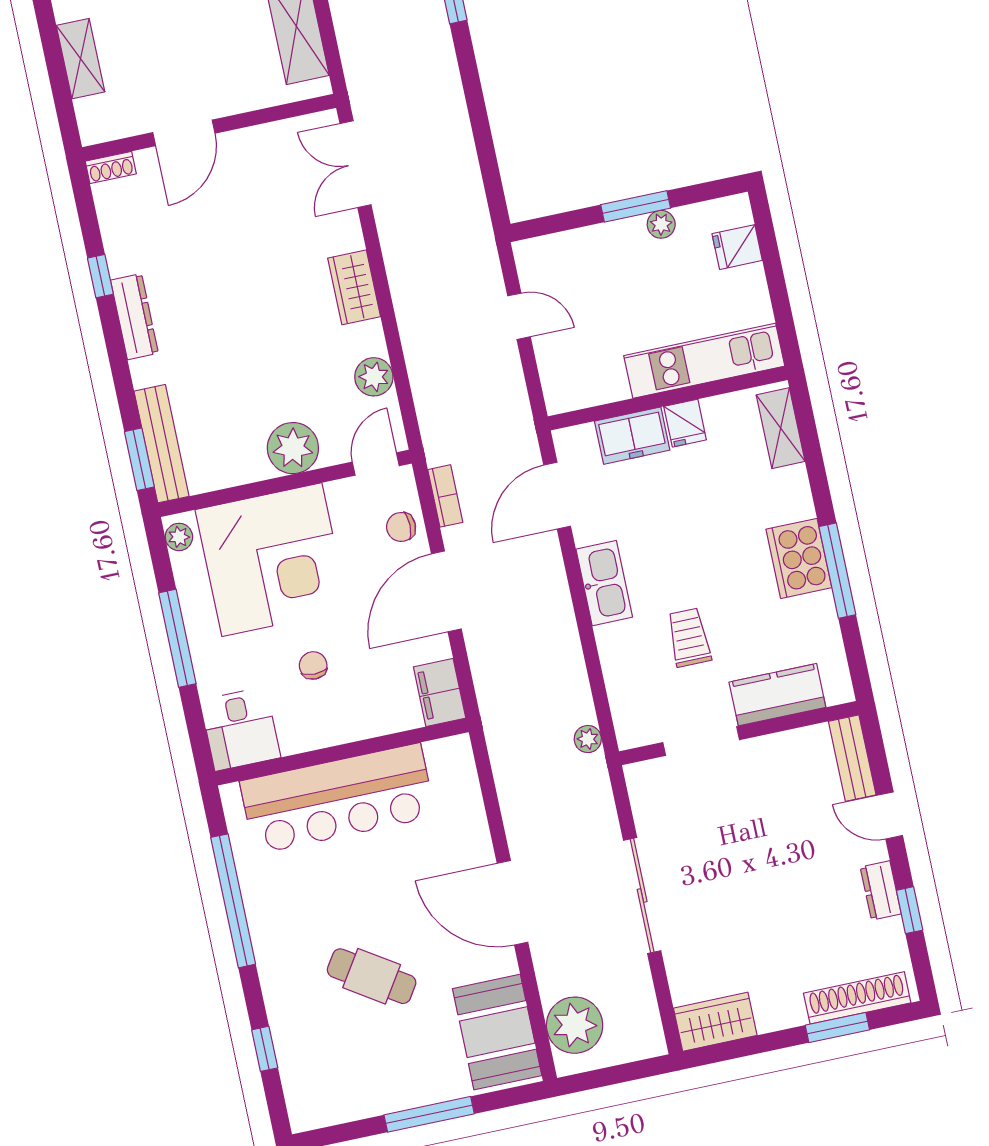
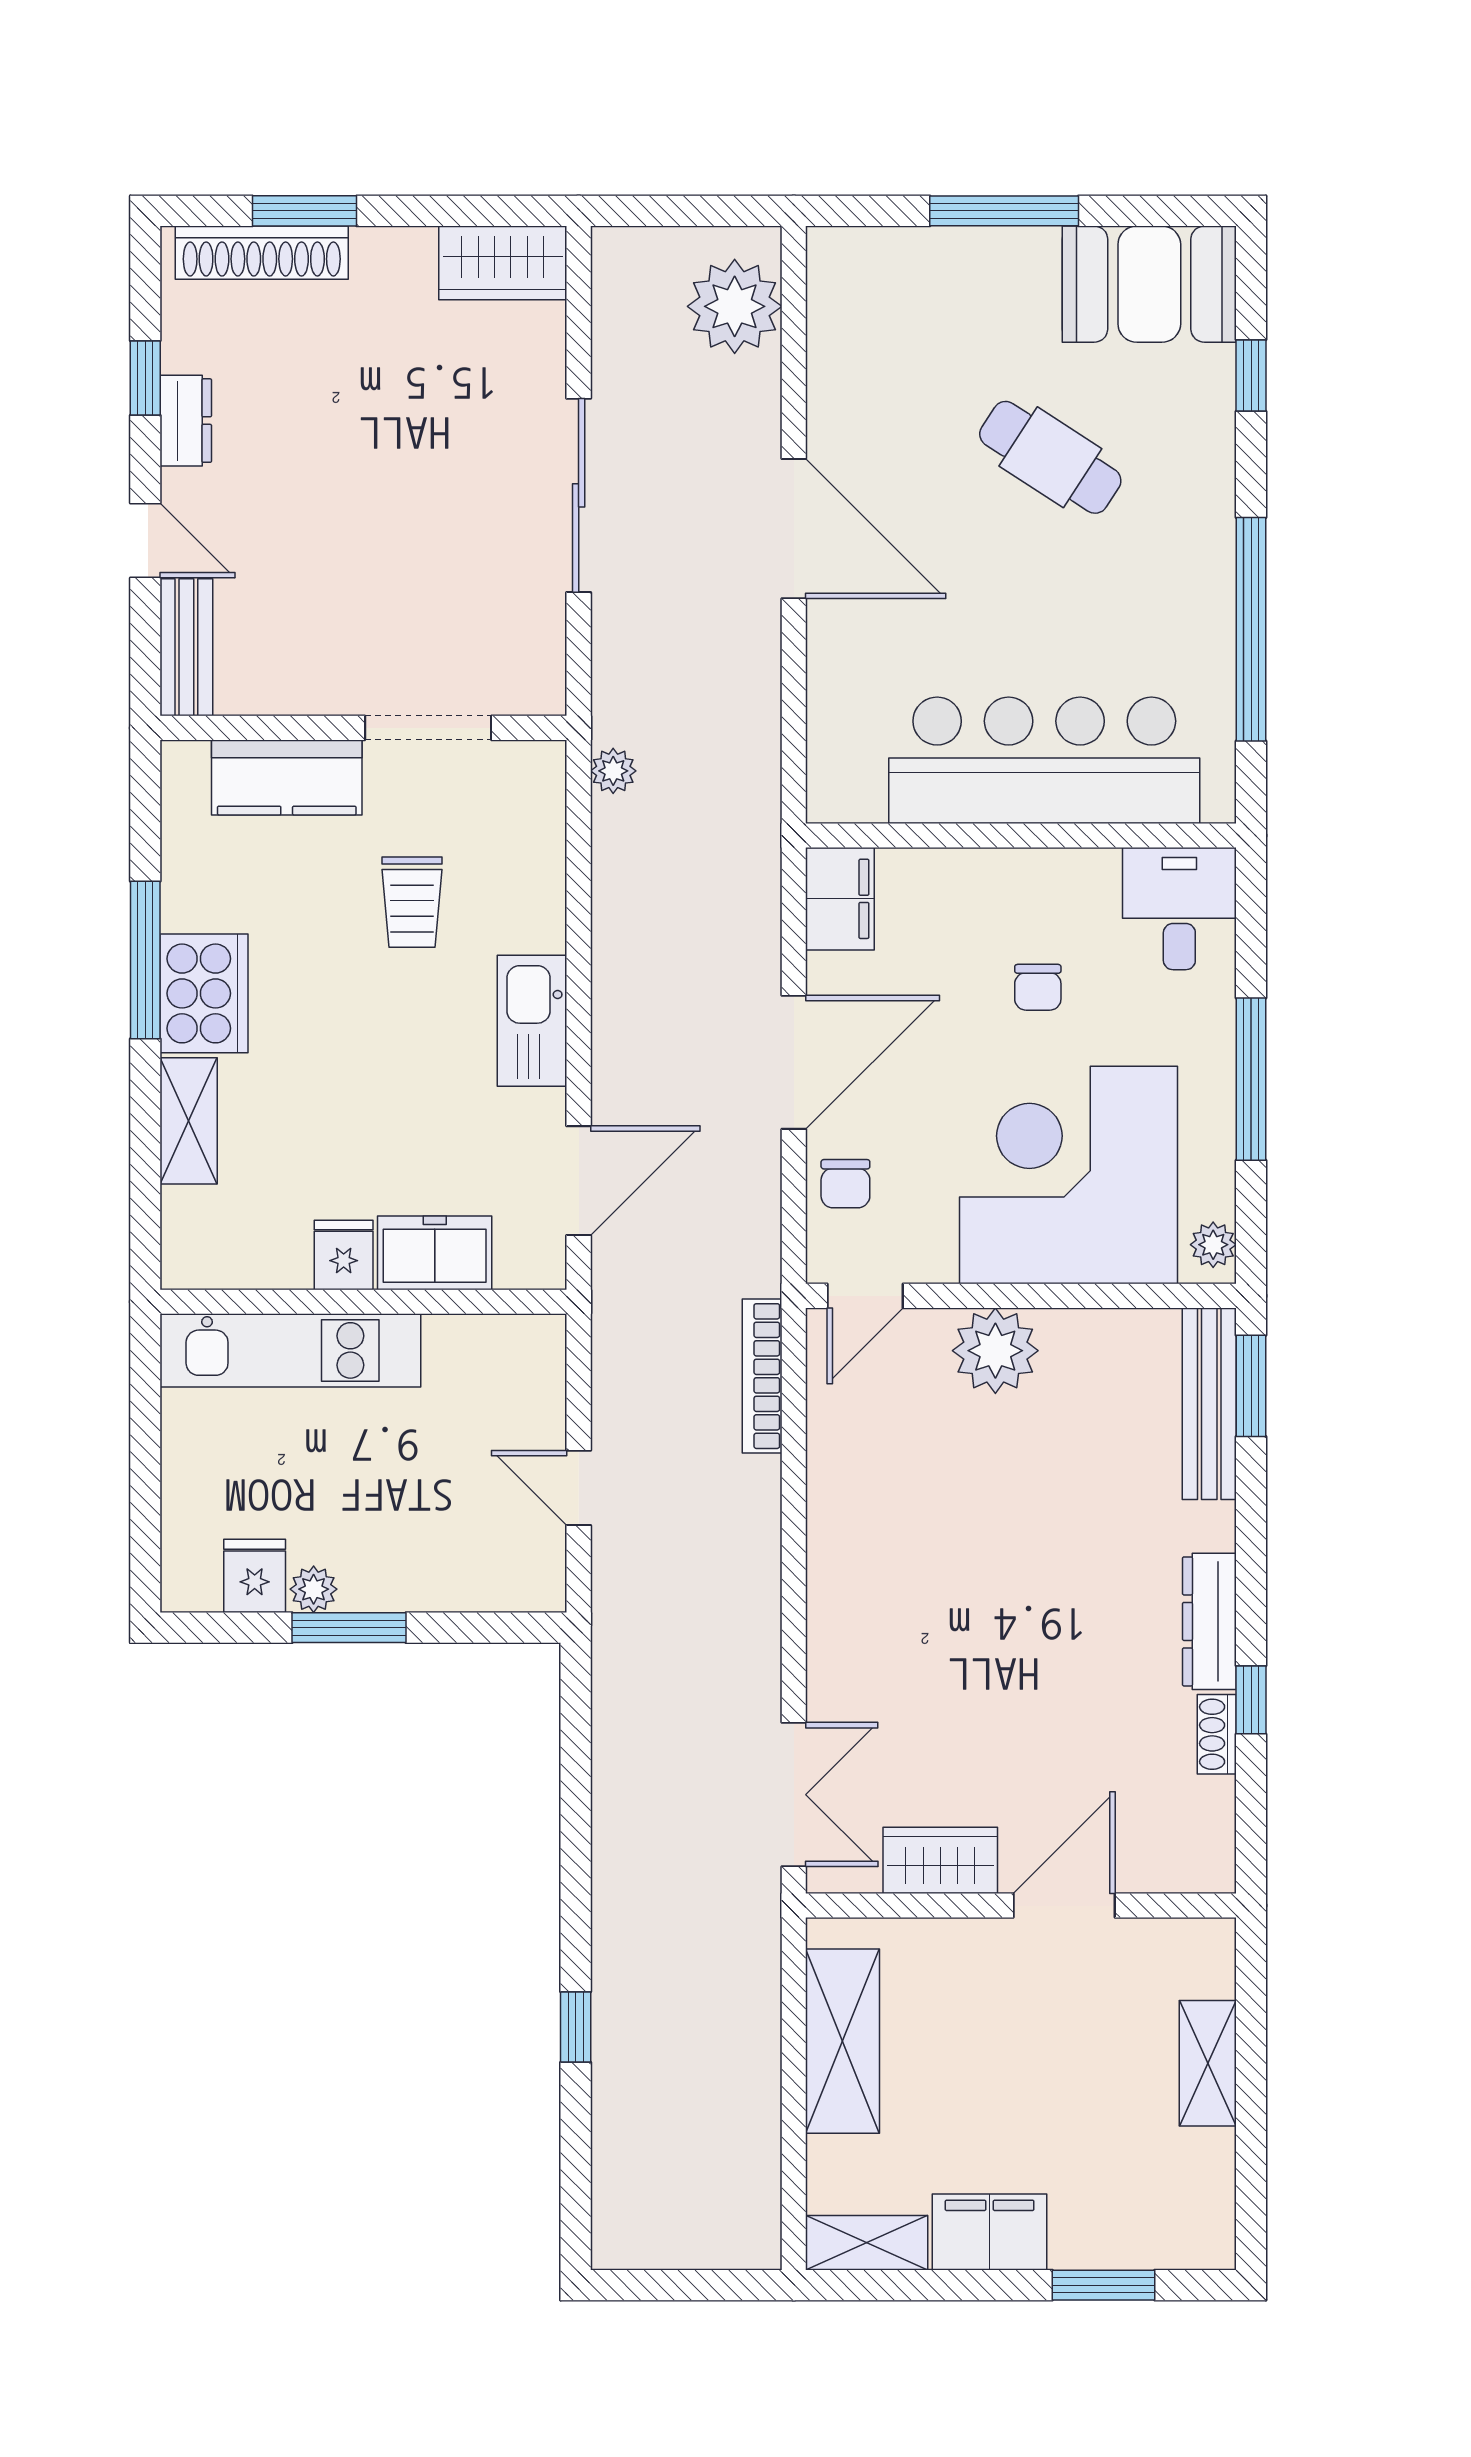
shoe rack: (111, 168) -> (1217, 1734), moved, turned -90
fridge: (737, 247) -> (255, 1576), moved, turned -90
wardrobe: (354, 287) -> (940, 1860), moved, turned -90
plant: (374, 377) -> (838, 1439), removed
shelving: (781, 428) -> (189, 1121), moved
bookcase: (445, 496) -> (762, 1376), moved, width x1.56
chair: (401, 527) -> (845, 1184), turned 90
booth: (497, 1032) -> (1149, 284), moved, turned 90

